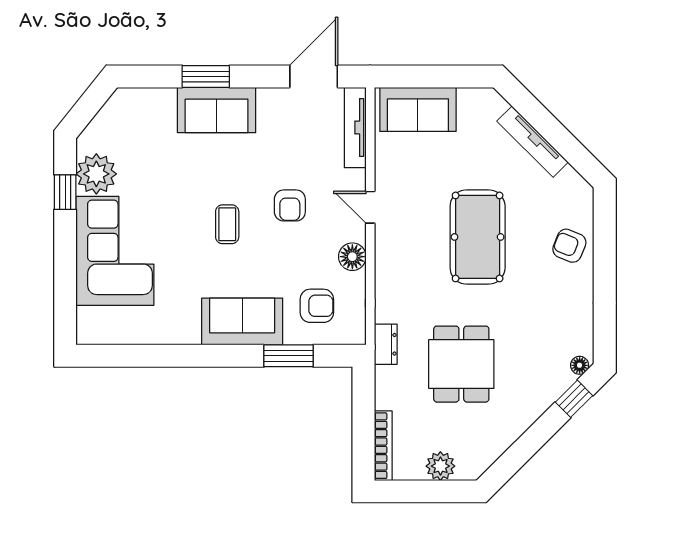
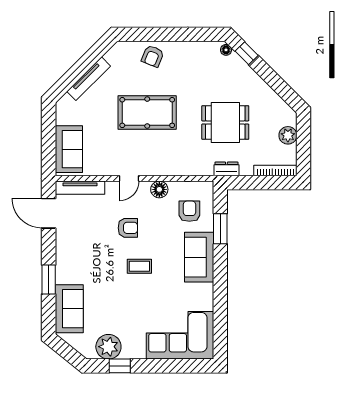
sofa: (217, 110) -> (69, 309), moved
corner sofa: (115, 251) -> (180, 335), moved
dresser: (386, 344) -> (226, 169), moved

